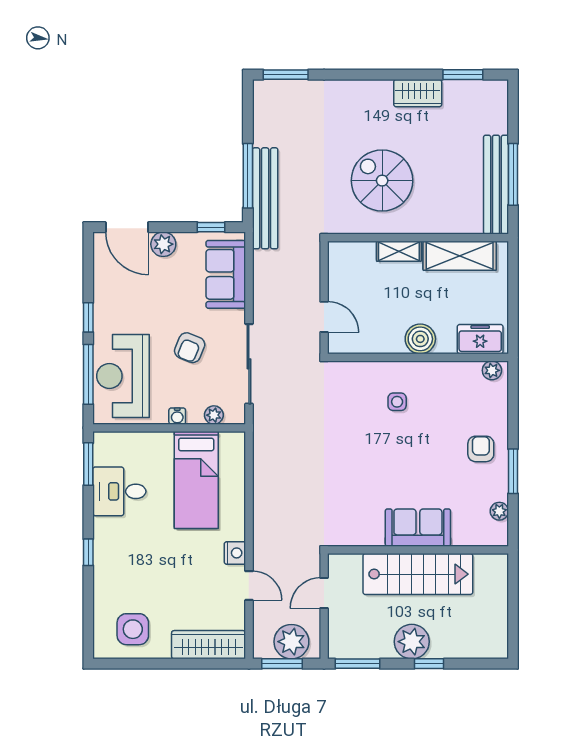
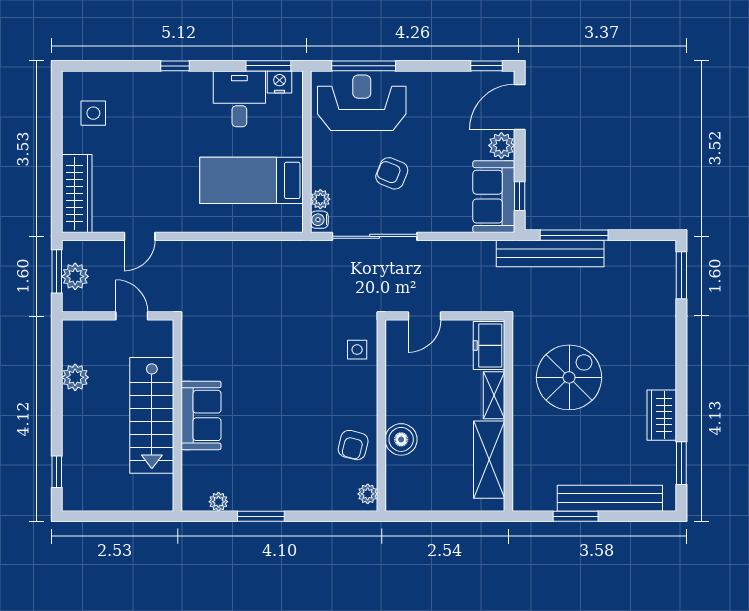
window: (513, 174) -> (576, 516), width x0.69
bench: (496, 185) -> (610, 498), moved
sofa: (226, 274) -> (494, 197), moved, turned -90
window: (88, 317) -> (486, 66), moved
boiler: (420, 339) -> (401, 439), moved
freezer: (480, 339) -> (489, 345), moved, turned 180
side table: (397, 402) -> (357, 350), moved
water cooler: (177, 416) -> (319, 220), moved
armchair: (481, 449) -> (353, 445), moved, turned 104
nightstand: (235, 553) -> (280, 82), moved, turned 180
side table: (133, 629) -> (93, 113), width x0.73, depth x0.73
plant: (291, 642) -> (75, 276), width x0.73, depth x0.73
plant: (412, 642) -> (75, 377), moved, width x0.73, depth x0.73
window: (358, 664) -> (57, 351), removed
window: (429, 664) -> (57, 472), moved

